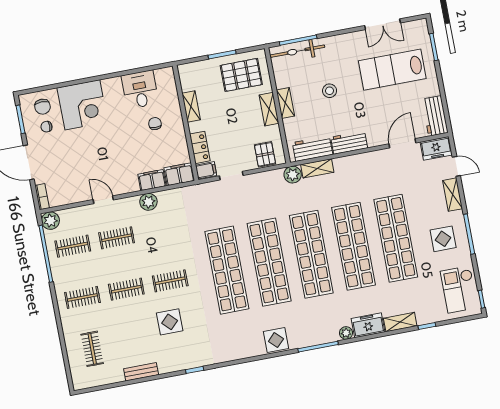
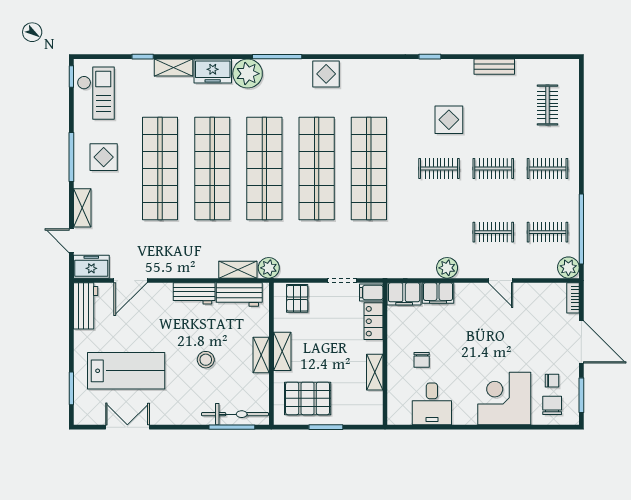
plant: (346, 333) -> (248, 74), width x1.88, depth x1.88

